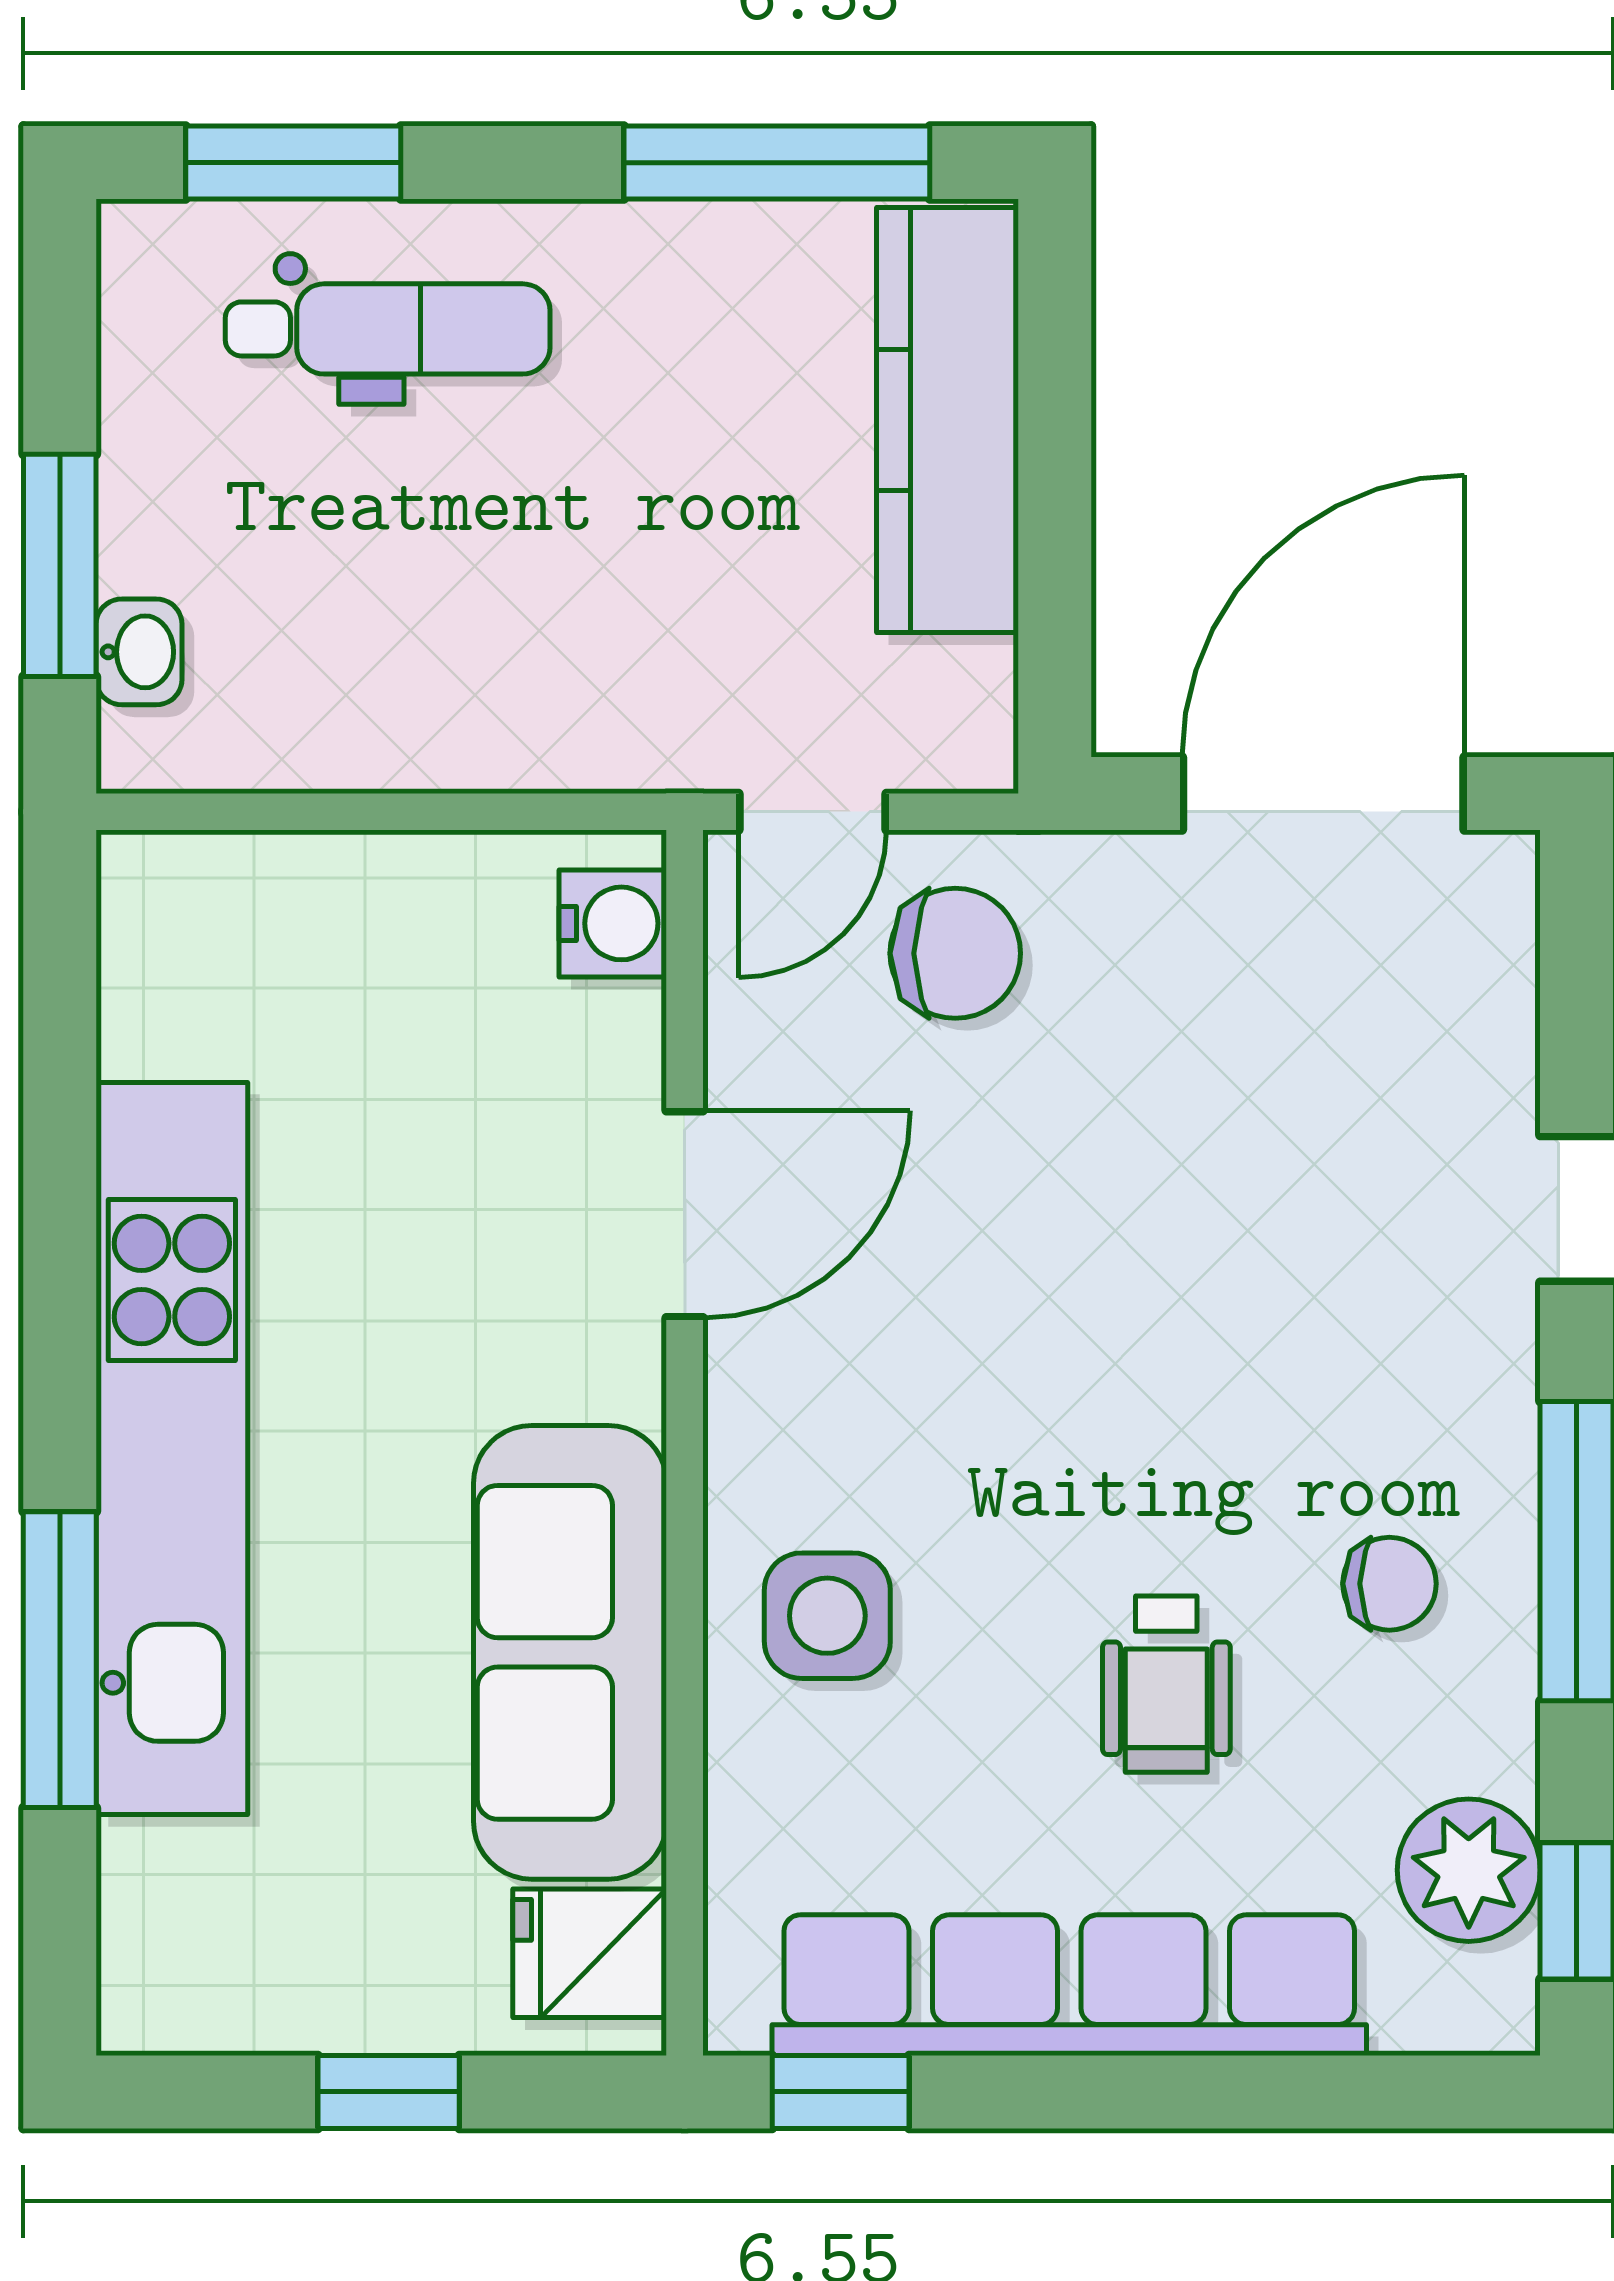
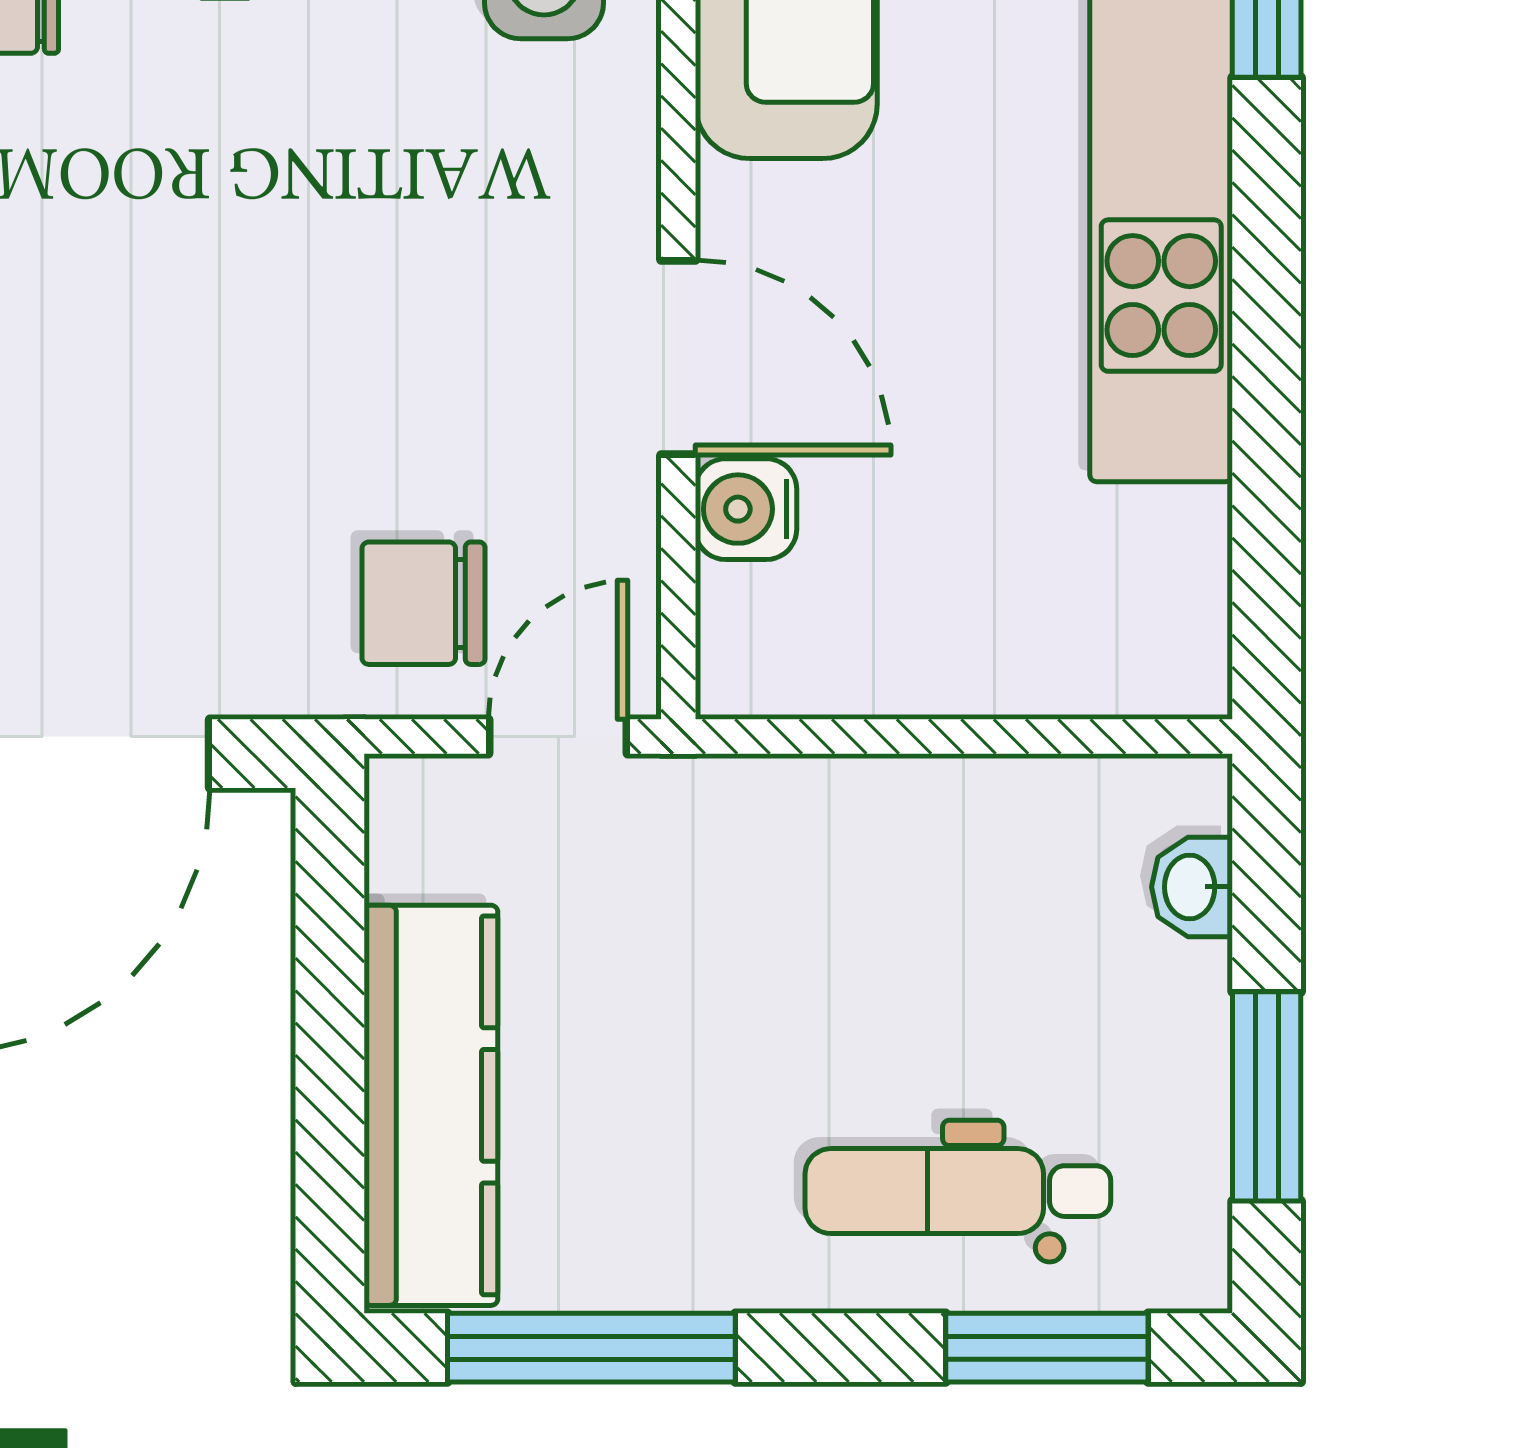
window: (60, 565) -> (1267, 1096), moved
water cooler: (613, 923) -> (746, 509), moved
door: (685, 1214) -> (678, 358), swing flipped

